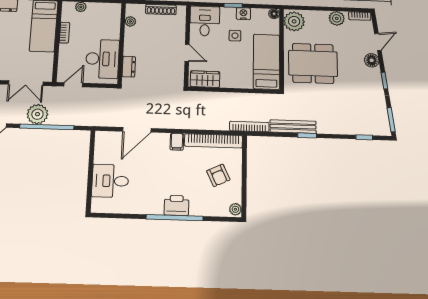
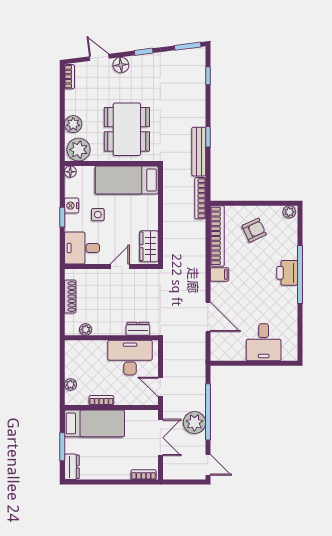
plant: (337, 18) -> (73, 124), moved

